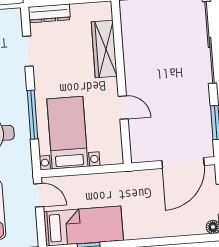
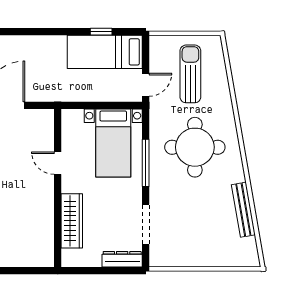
doorway: (28, 51) -> (146, 224), width x1.38
door: (39, 195) -> (146, 85), swing flipped

